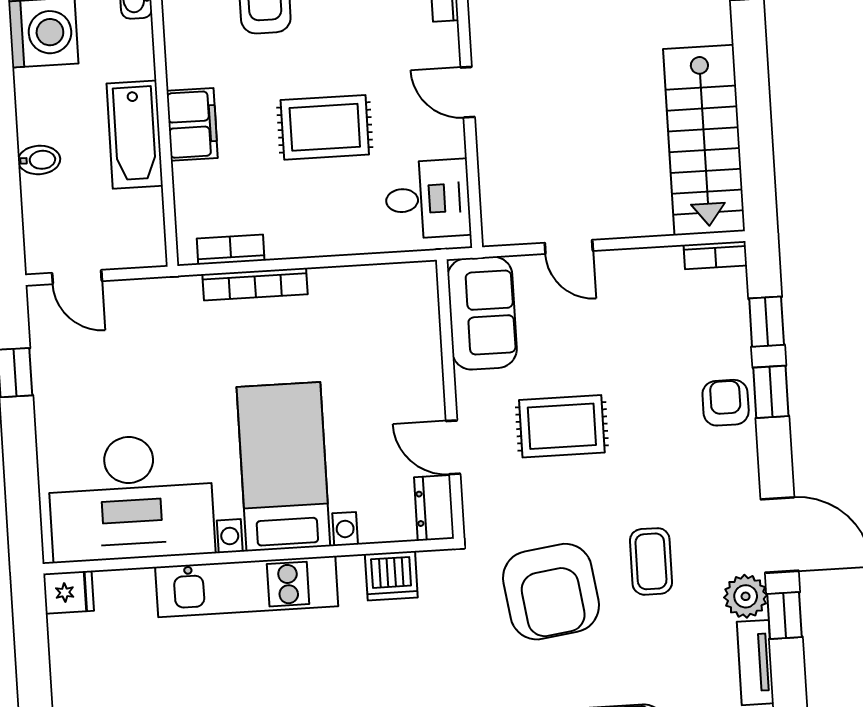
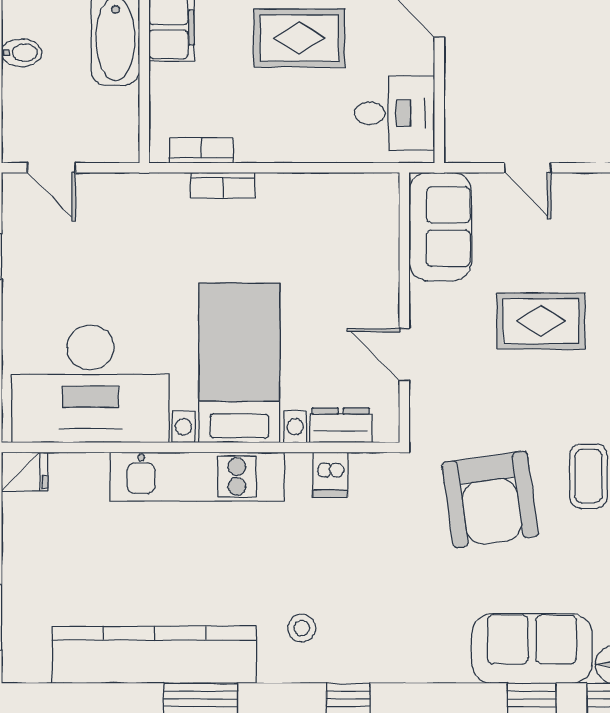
bookcase: (255, 284) -> (223, 185), width x0.64
rug: (562, 426) -> (541, 321), moved
dresser: (434, 508) -> (341, 425), moved, turned 90
dishwasher: (391, 576) -> (330, 475), width x0.73

